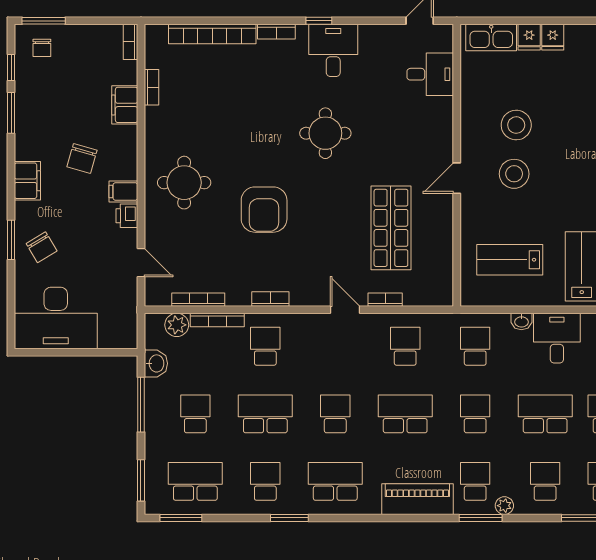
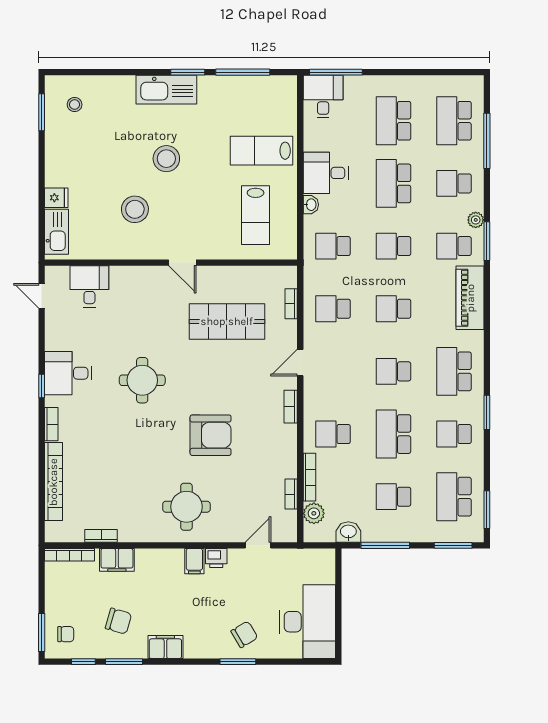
fridge: (553, 37) -> (56, 177), removed
bookcase: (130, 42) -> (69, 555), width x1.56
chair: (82, 159) -> (118, 621), moved
stool: (514, 174) -> (166, 159), moved
filing cabinet: (27, 181) -> (165, 647), moved
bookcase: (270, 299) -> (291, 407), moved
bookcase: (198, 300) -> (291, 494), width x0.64
bookcase: (385, 300) -> (291, 304), moved
school desk: (405, 414) -> (394, 309), width x0.54

